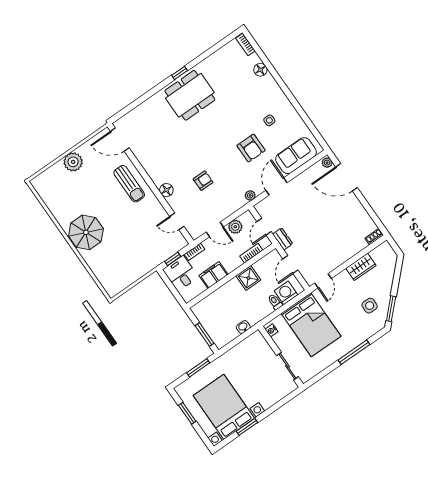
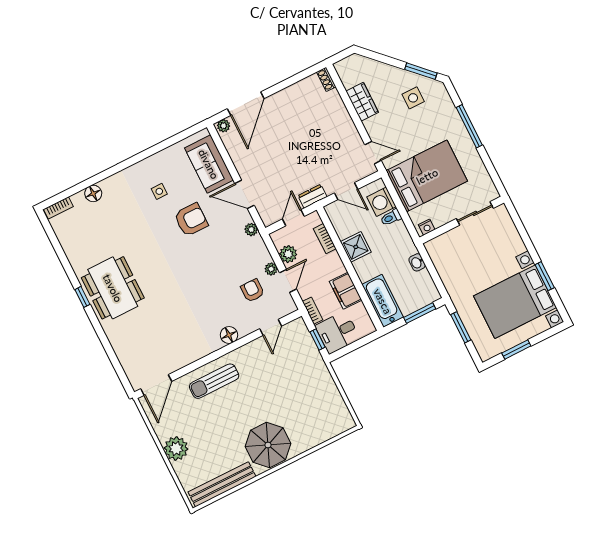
armchair: (203, 181) -> (252, 291), moved
sun lounger: (129, 184) -> (214, 381), turned 180
bench: (51, 201) -> (222, 484), added
plant: (222, 215) -> (271, 269), added
door: (264, 227) -> (293, 218), swing flipped
bathtub: (210, 305) -> (383, 301), added

